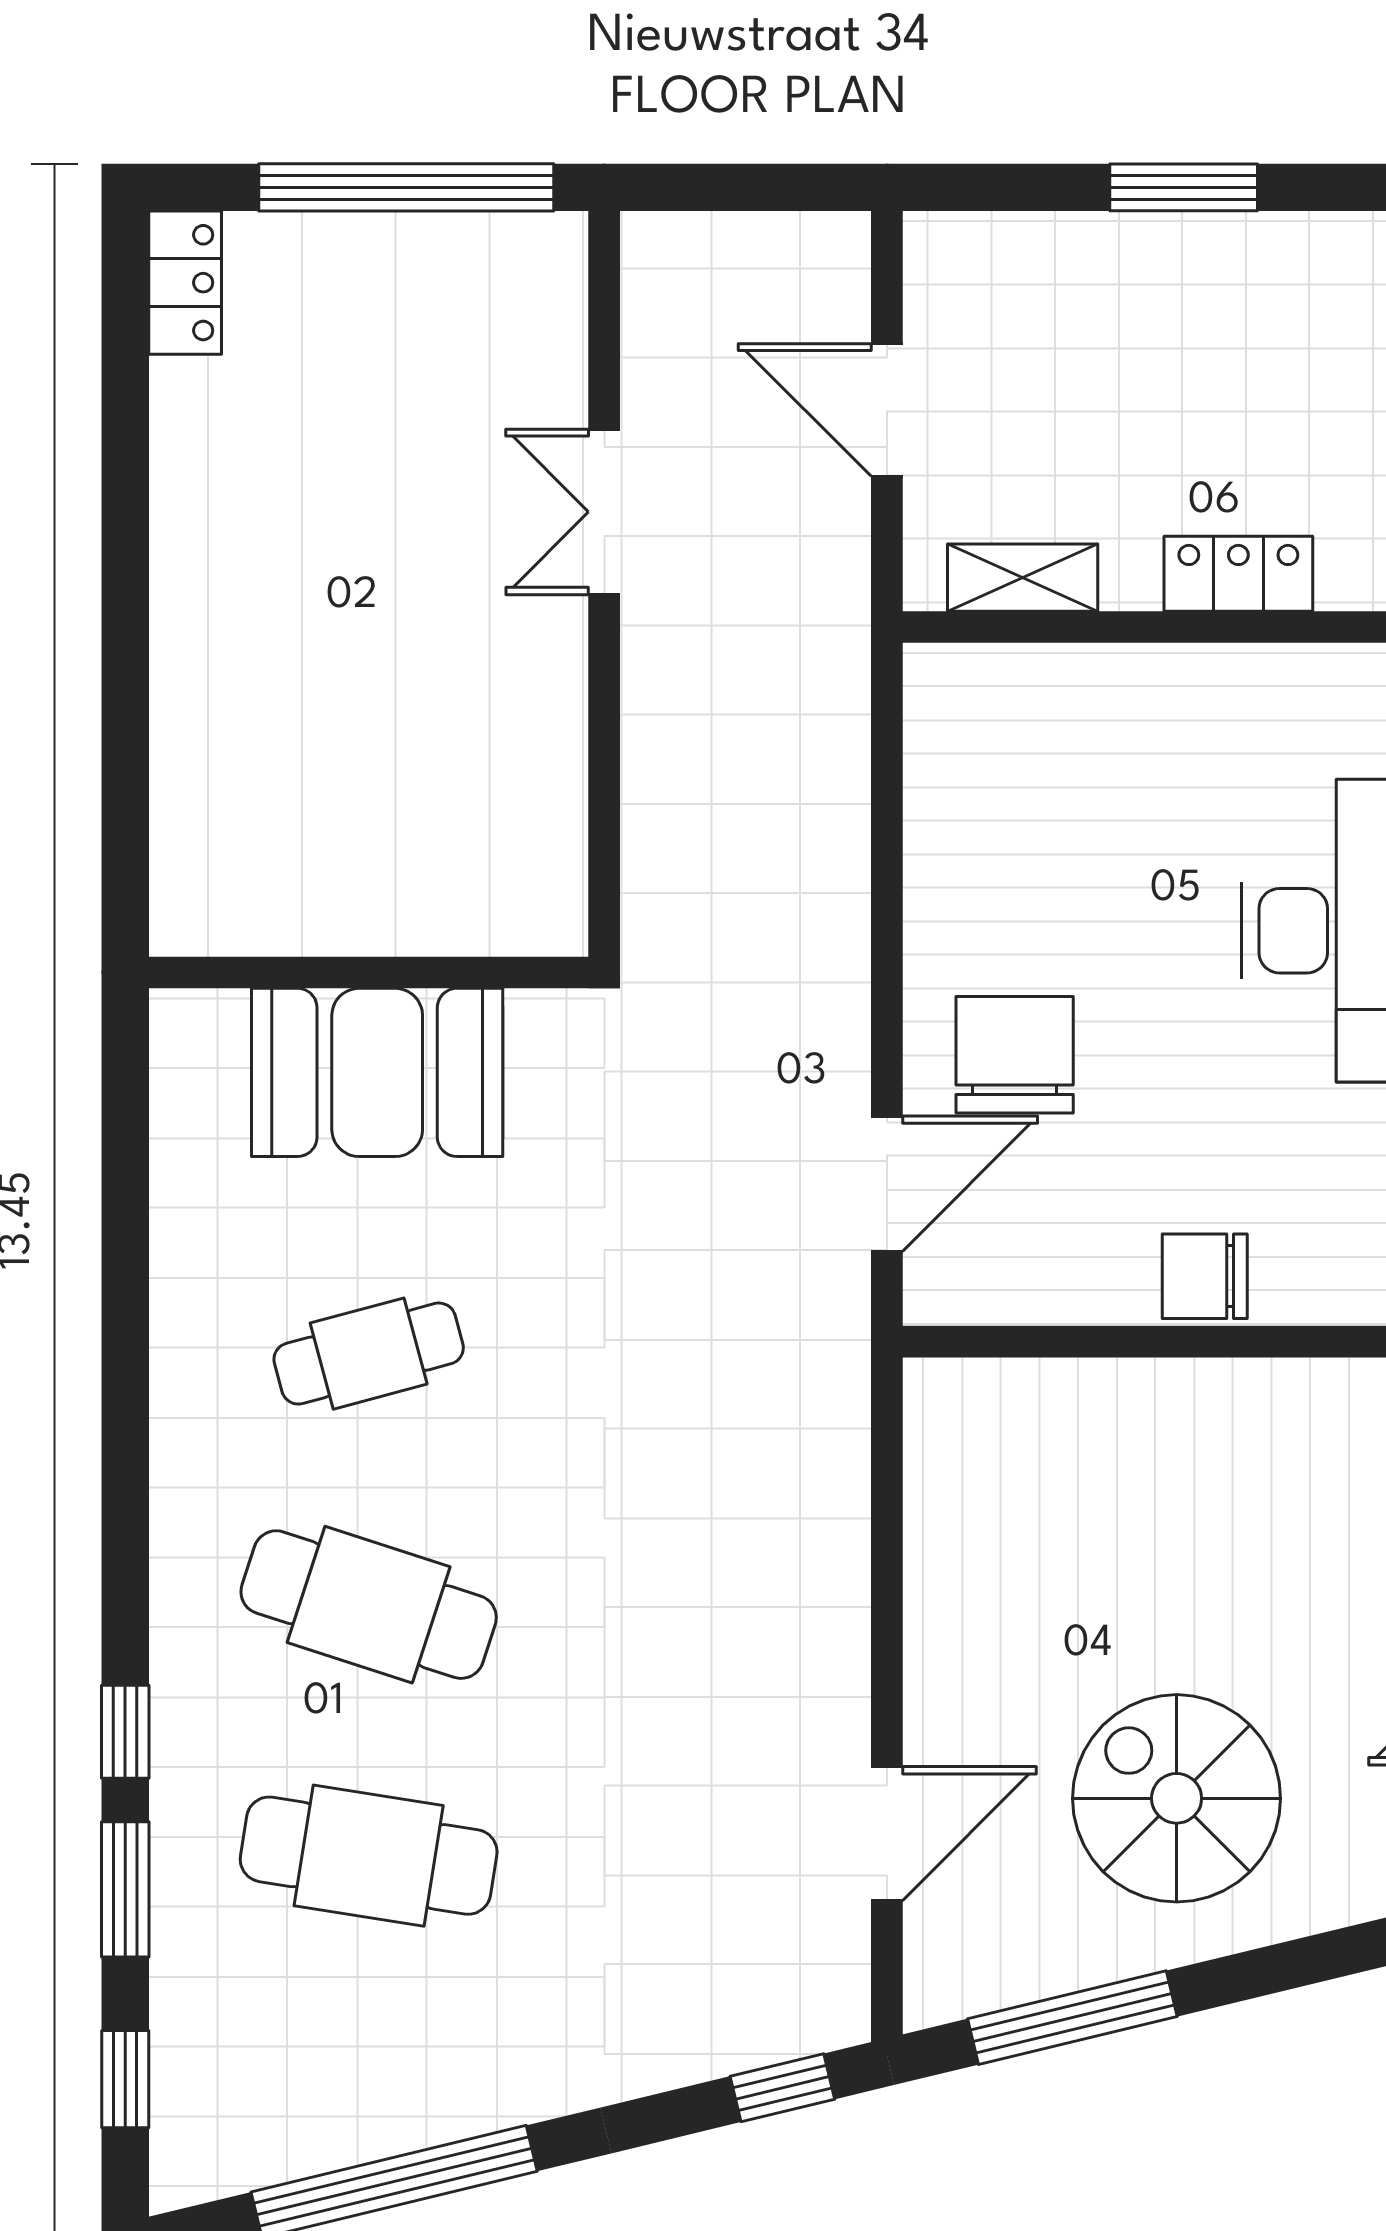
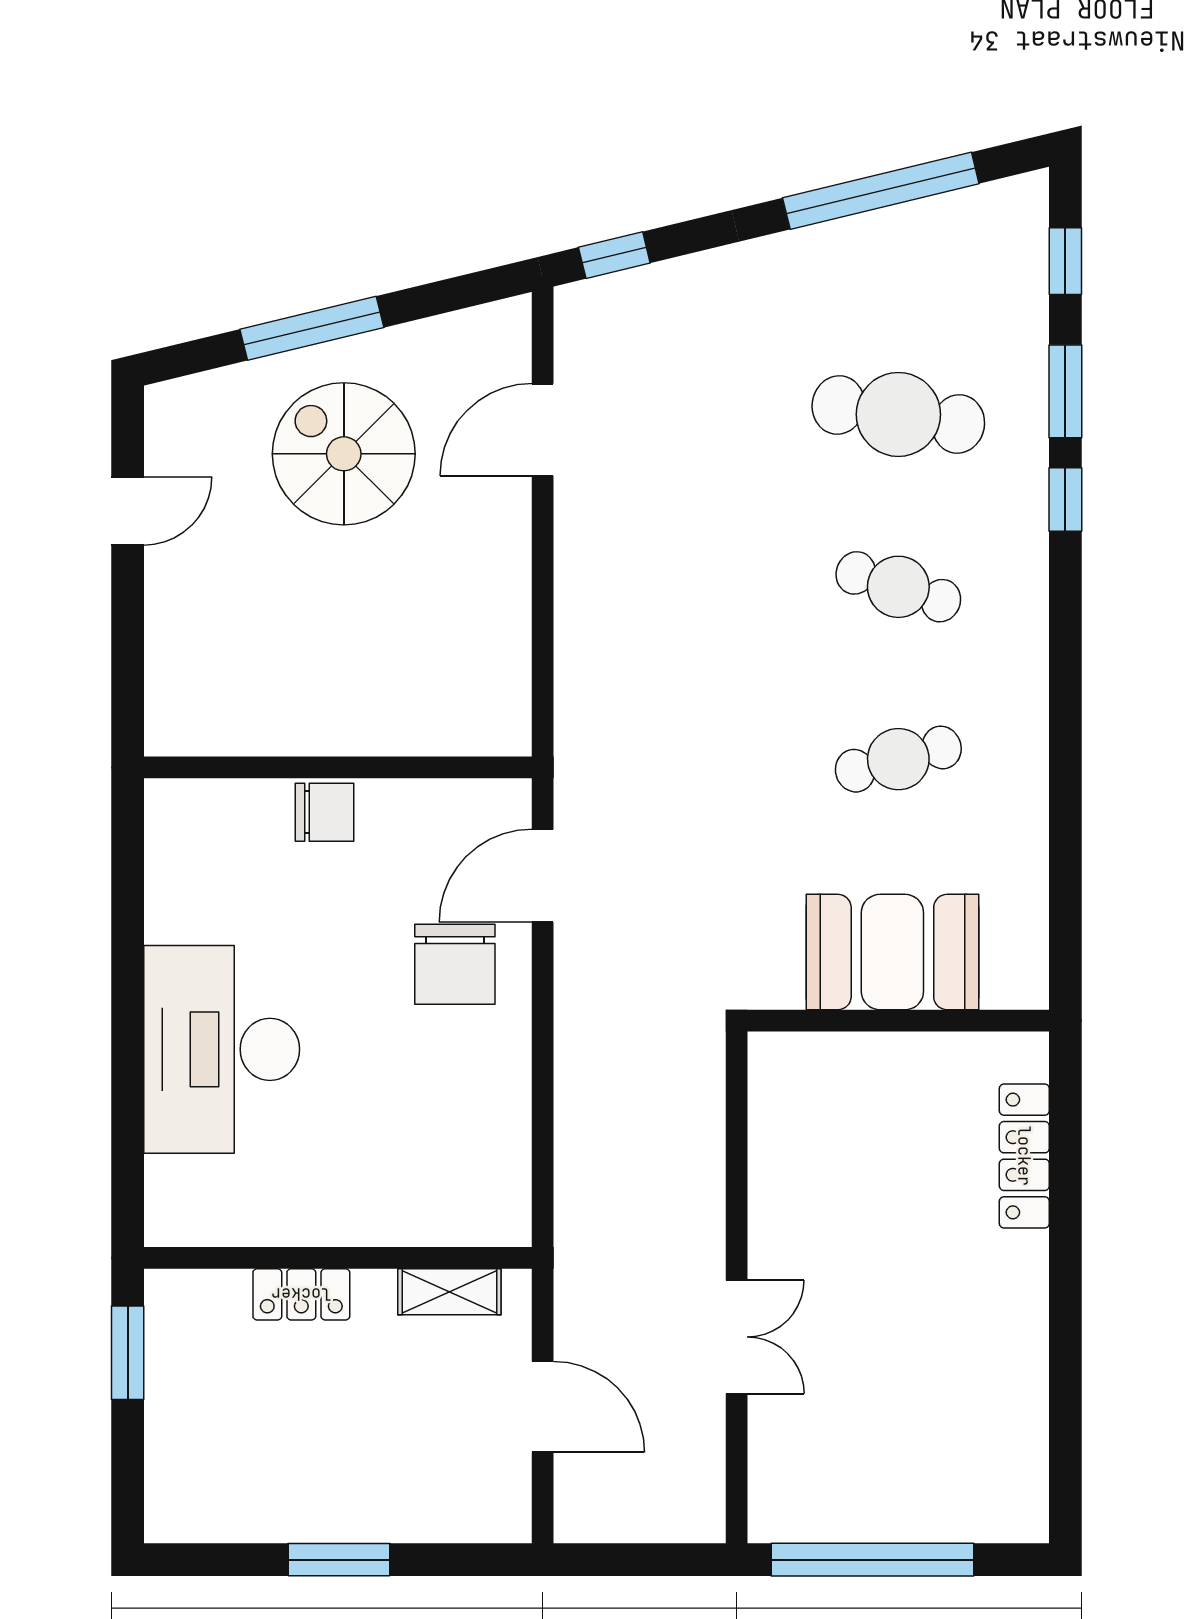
locker: (185, 283) -> (1024, 1156), moved, width x1.53
cafe table: (369, 1605) -> (898, 587), width x0.73, depth x0.74
spiral stairs: (1177, 1798) -> (344, 454), turned 180
window: (1072, 2018) -> (312, 328), moved

